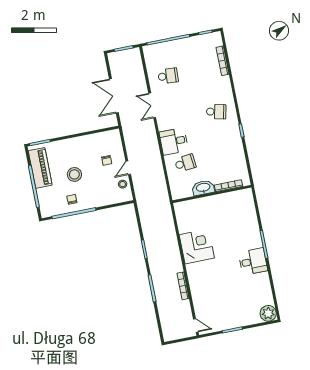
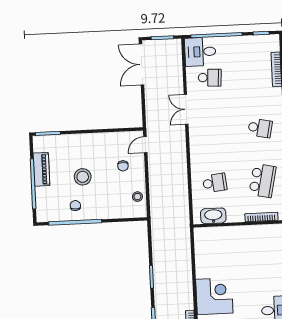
double door: (114, 96) -> (142, 65), moved
desk: (174, 141) -> (200, 52), moved
school desk: (225, 155) -> (262, 181), added
piano: (40, 168) -> (41, 169), width x0.73, depth x0.75
door: (128, 168) -> (145, 145), moved
washbasin: (203, 188) -> (213, 216), moved
corner desk: (197, 246) -> (214, 296), moved

